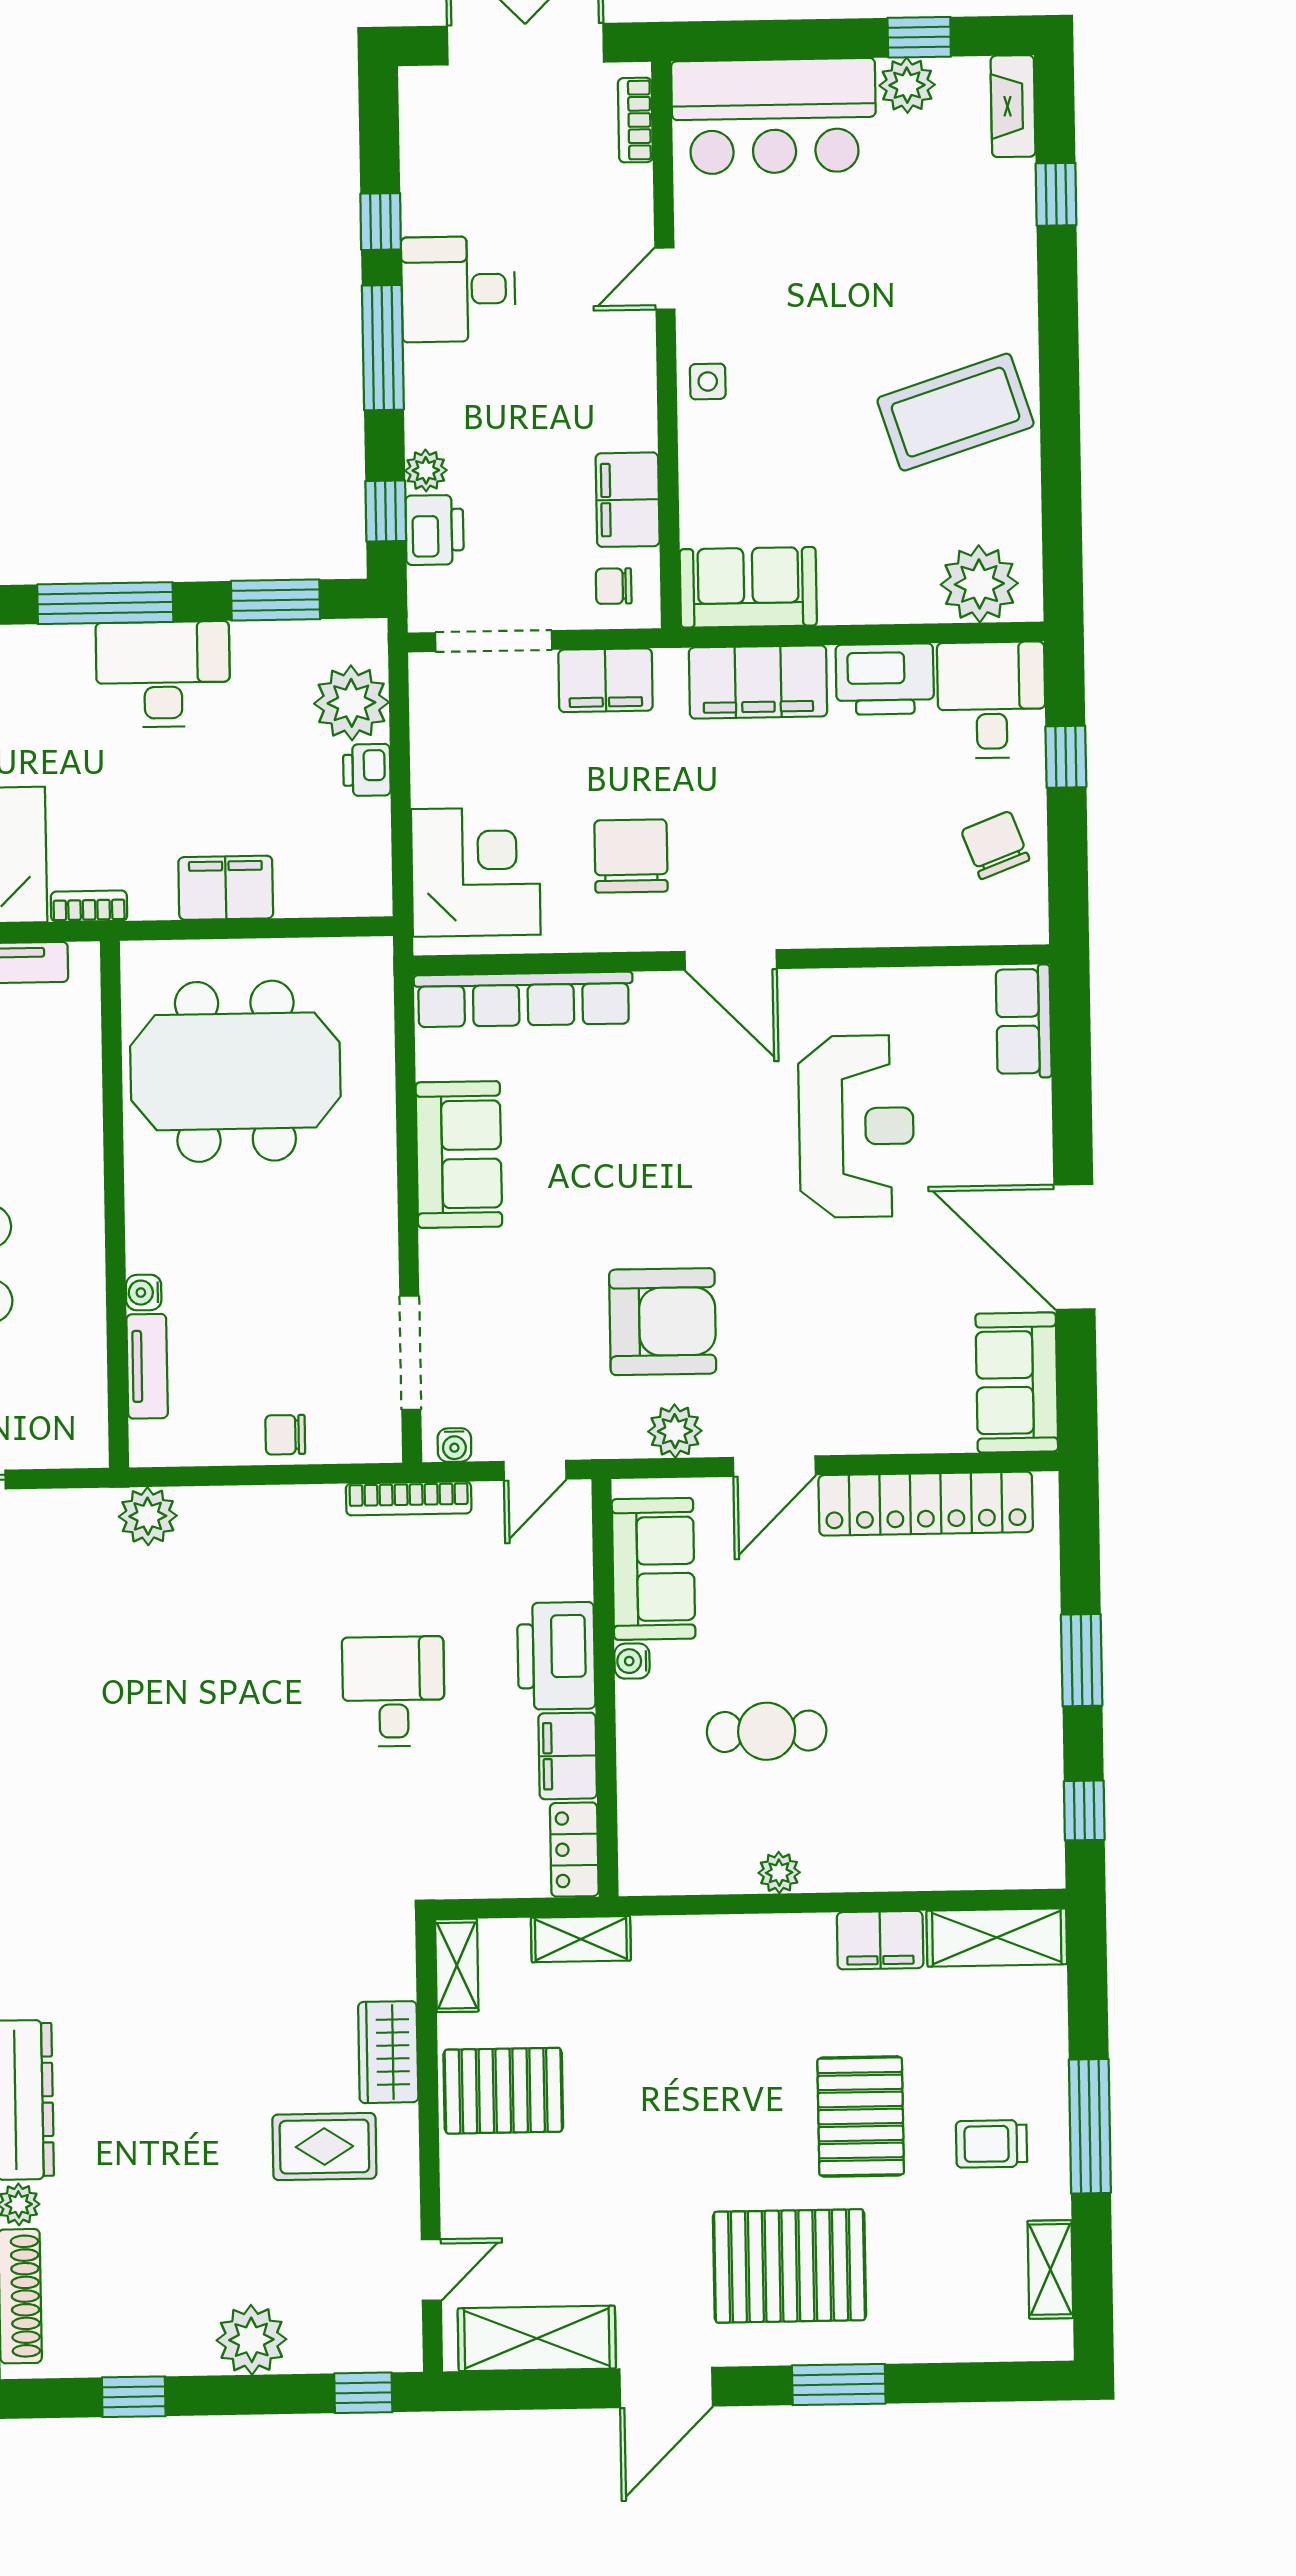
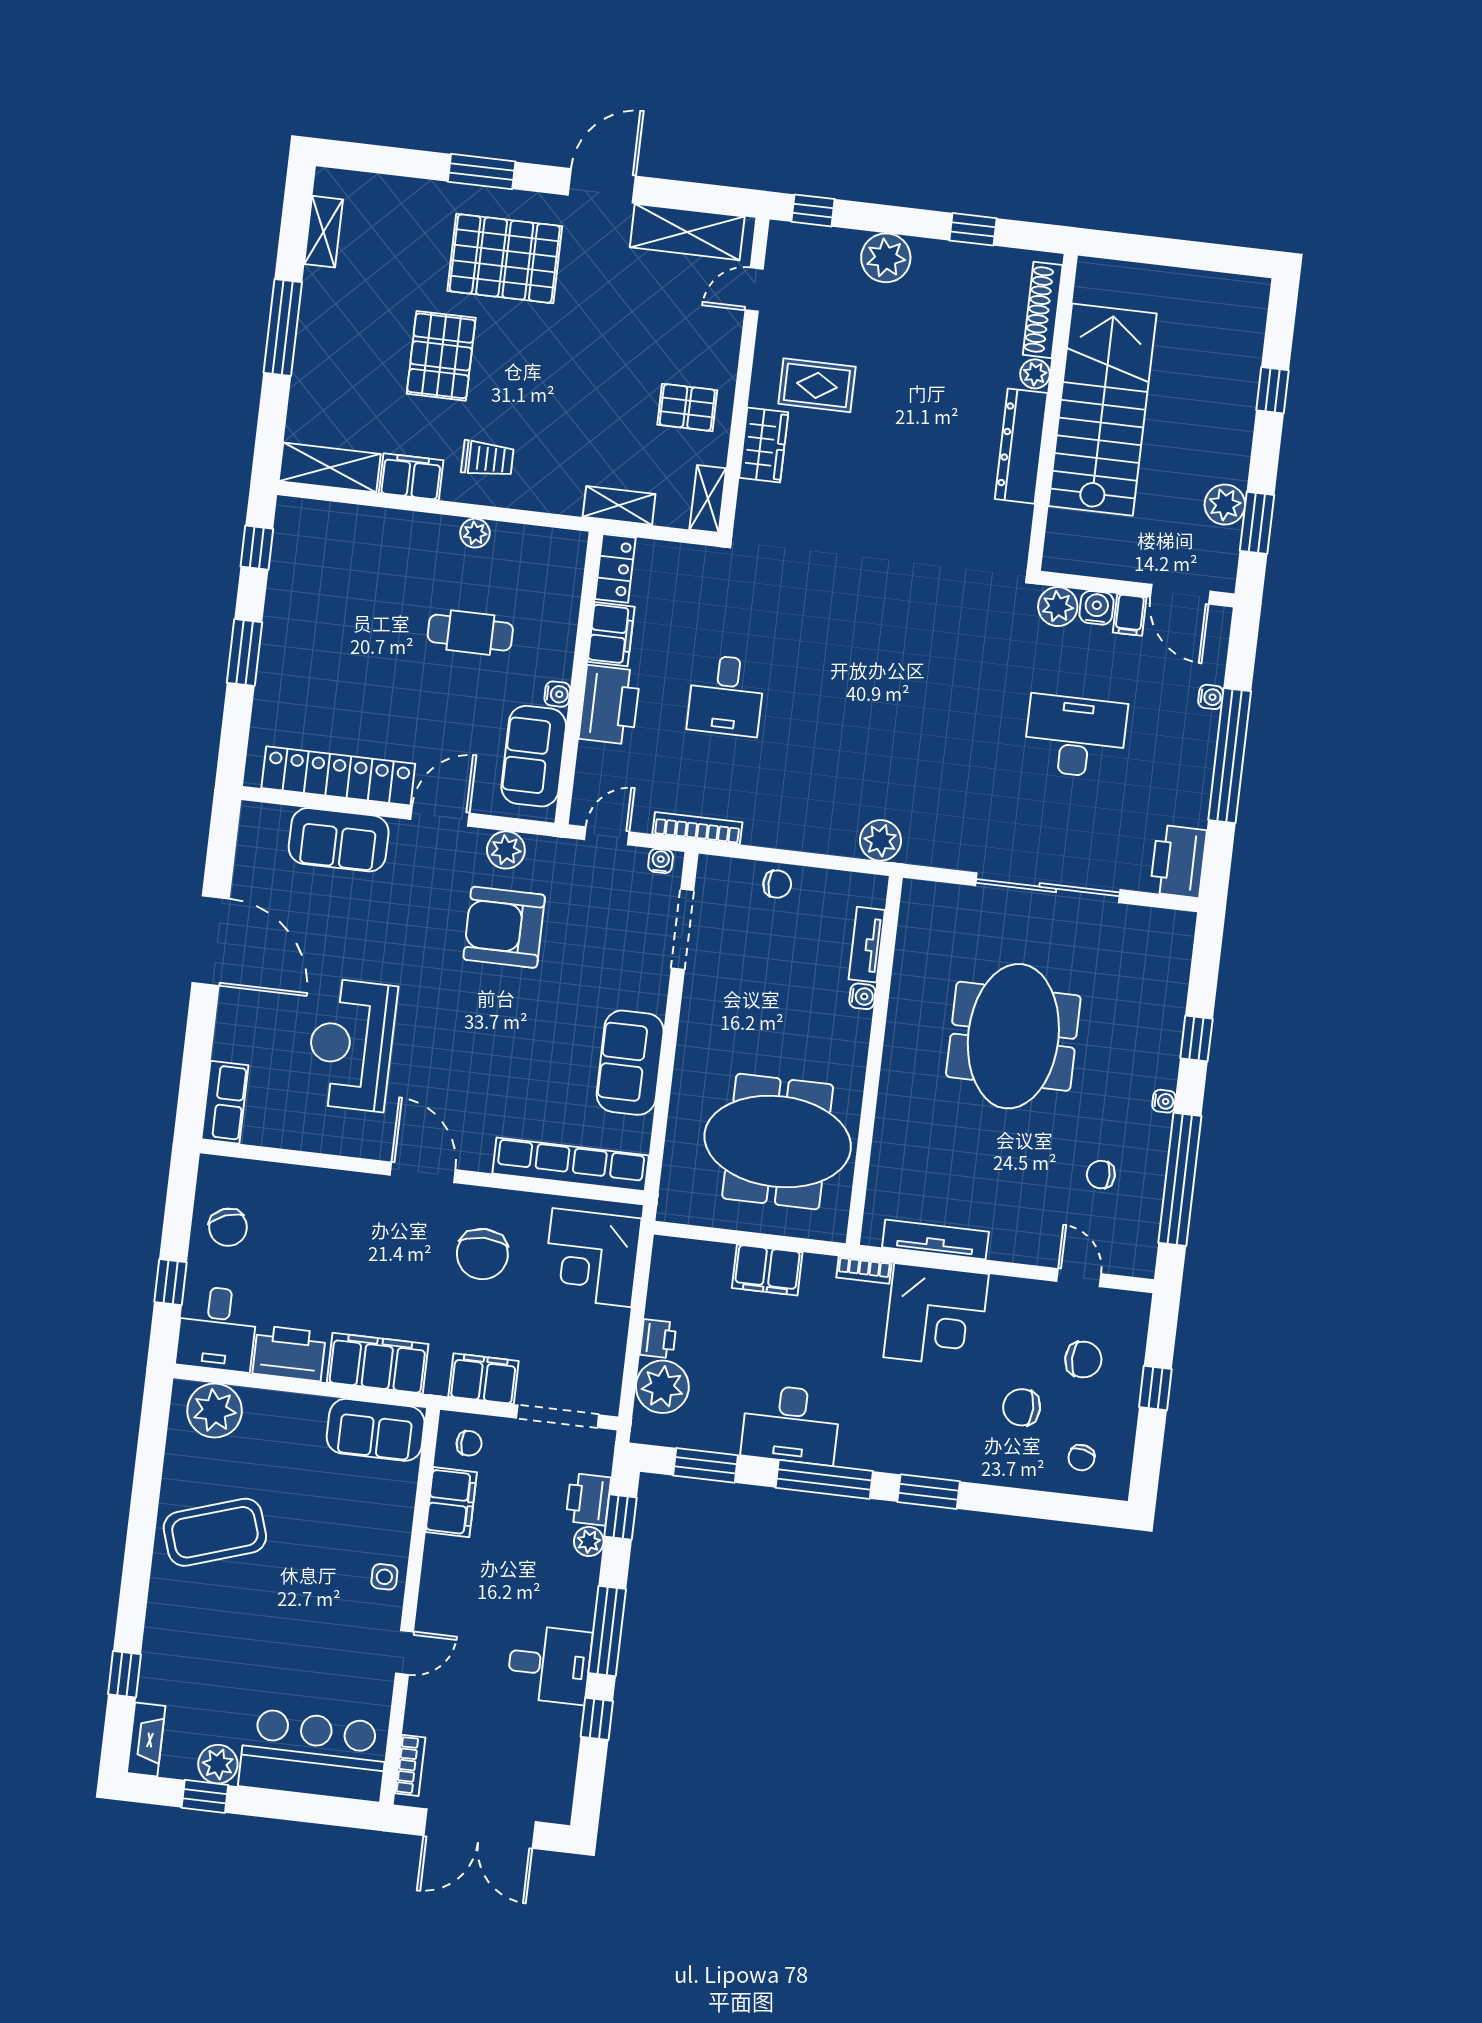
sofa: (1017, 1382) -> (339, 840), moved, turned 90
pallet: (503, 2091) -> (687, 407), width x0.67, depth x0.71
trolley: (991, 2144) -> (487, 459), moved

